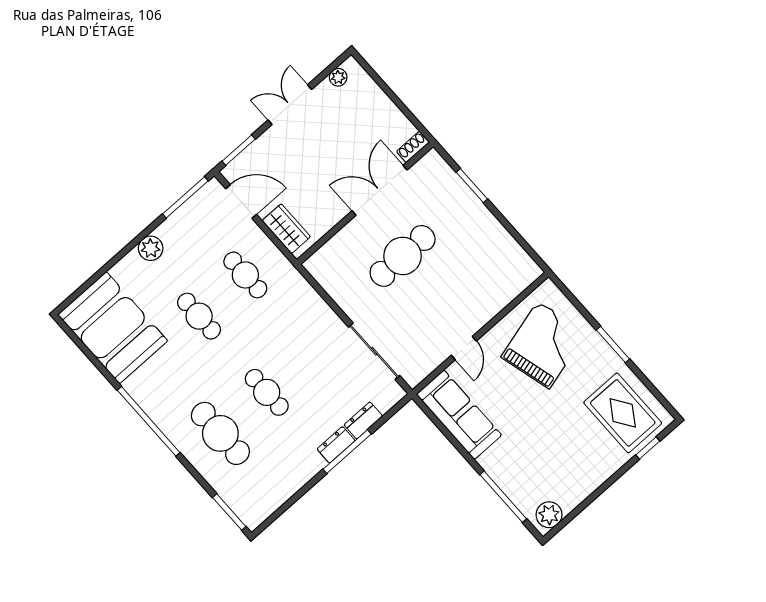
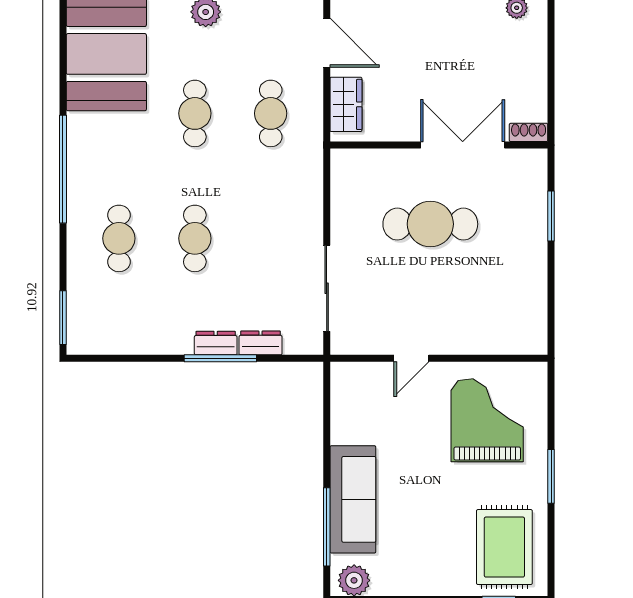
grand piano: (544, 345) -> (487, 420), turned -75
sofa: (459, 415) -> (353, 499), moved
cafe table: (220, 433) -> (119, 238), width x0.73, depth x0.74

